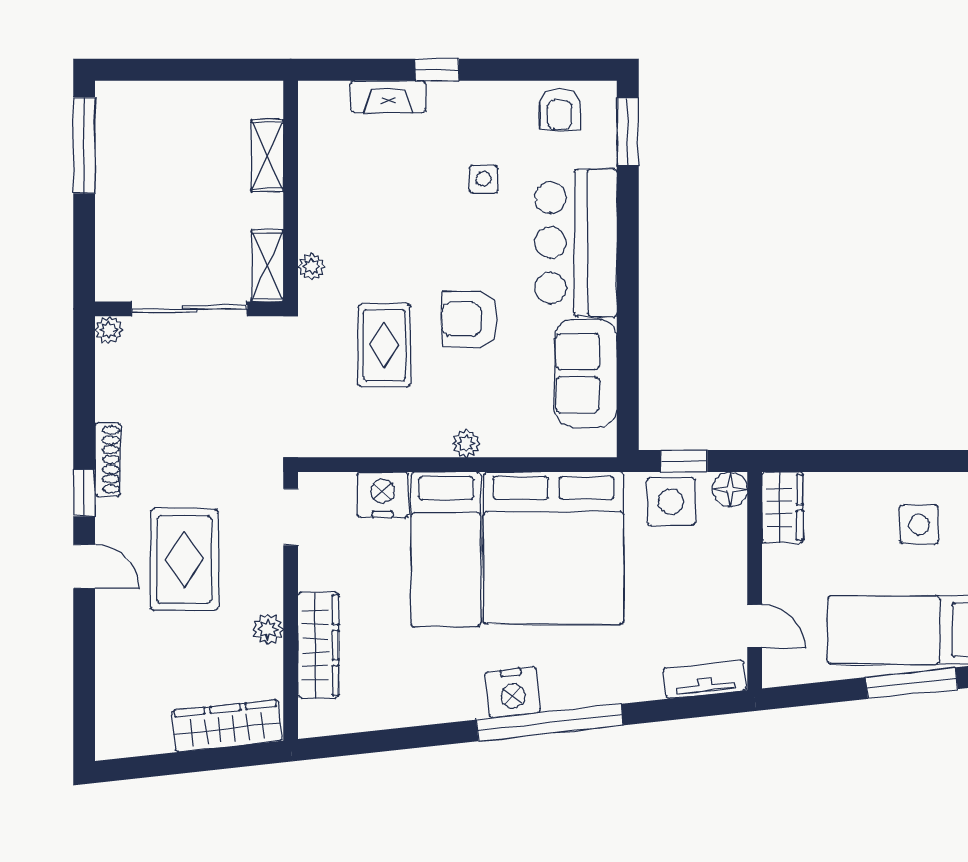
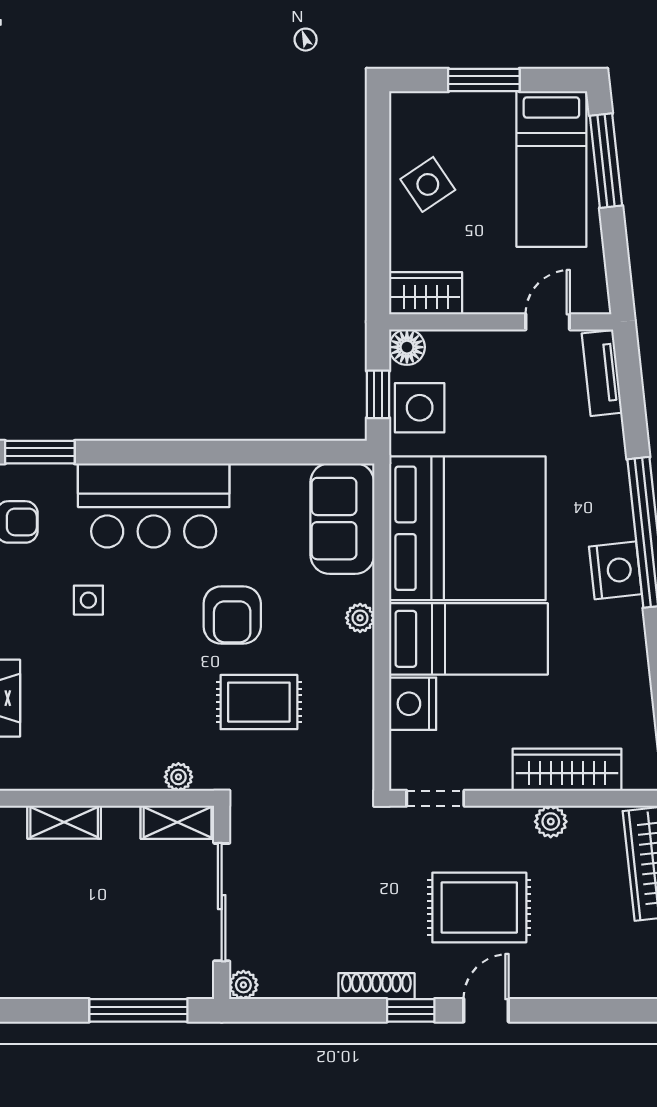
window: (84, 145) -> (138, 1010), moved
sofa: (586, 373) -> (342, 519), moved, turned 90
side table: (919, 525) -> (428, 184), moved, turned -34

